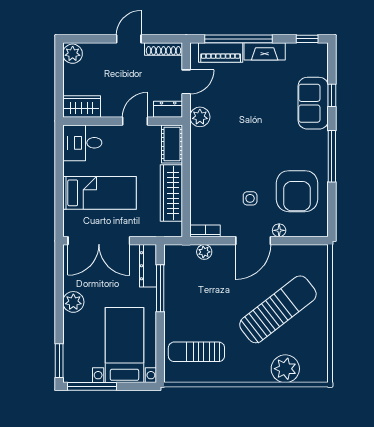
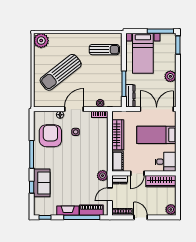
door: (129, 39) -> (141, 217), swing flipped
wardrobe: (82, 106) -> (161, 181), width x1.50
plant: (285, 369) -> (41, 41), moved

